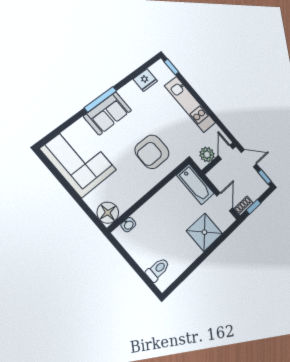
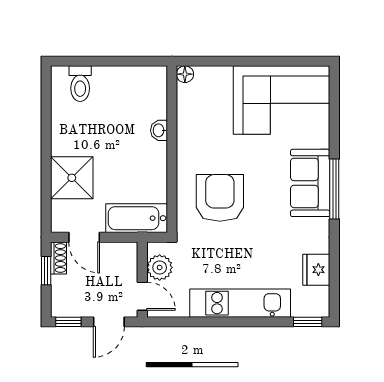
floor lamp: (108, 213) -> (185, 74), width x0.53, depth x0.53
washbasin: (128, 225) -> (159, 130), moved

